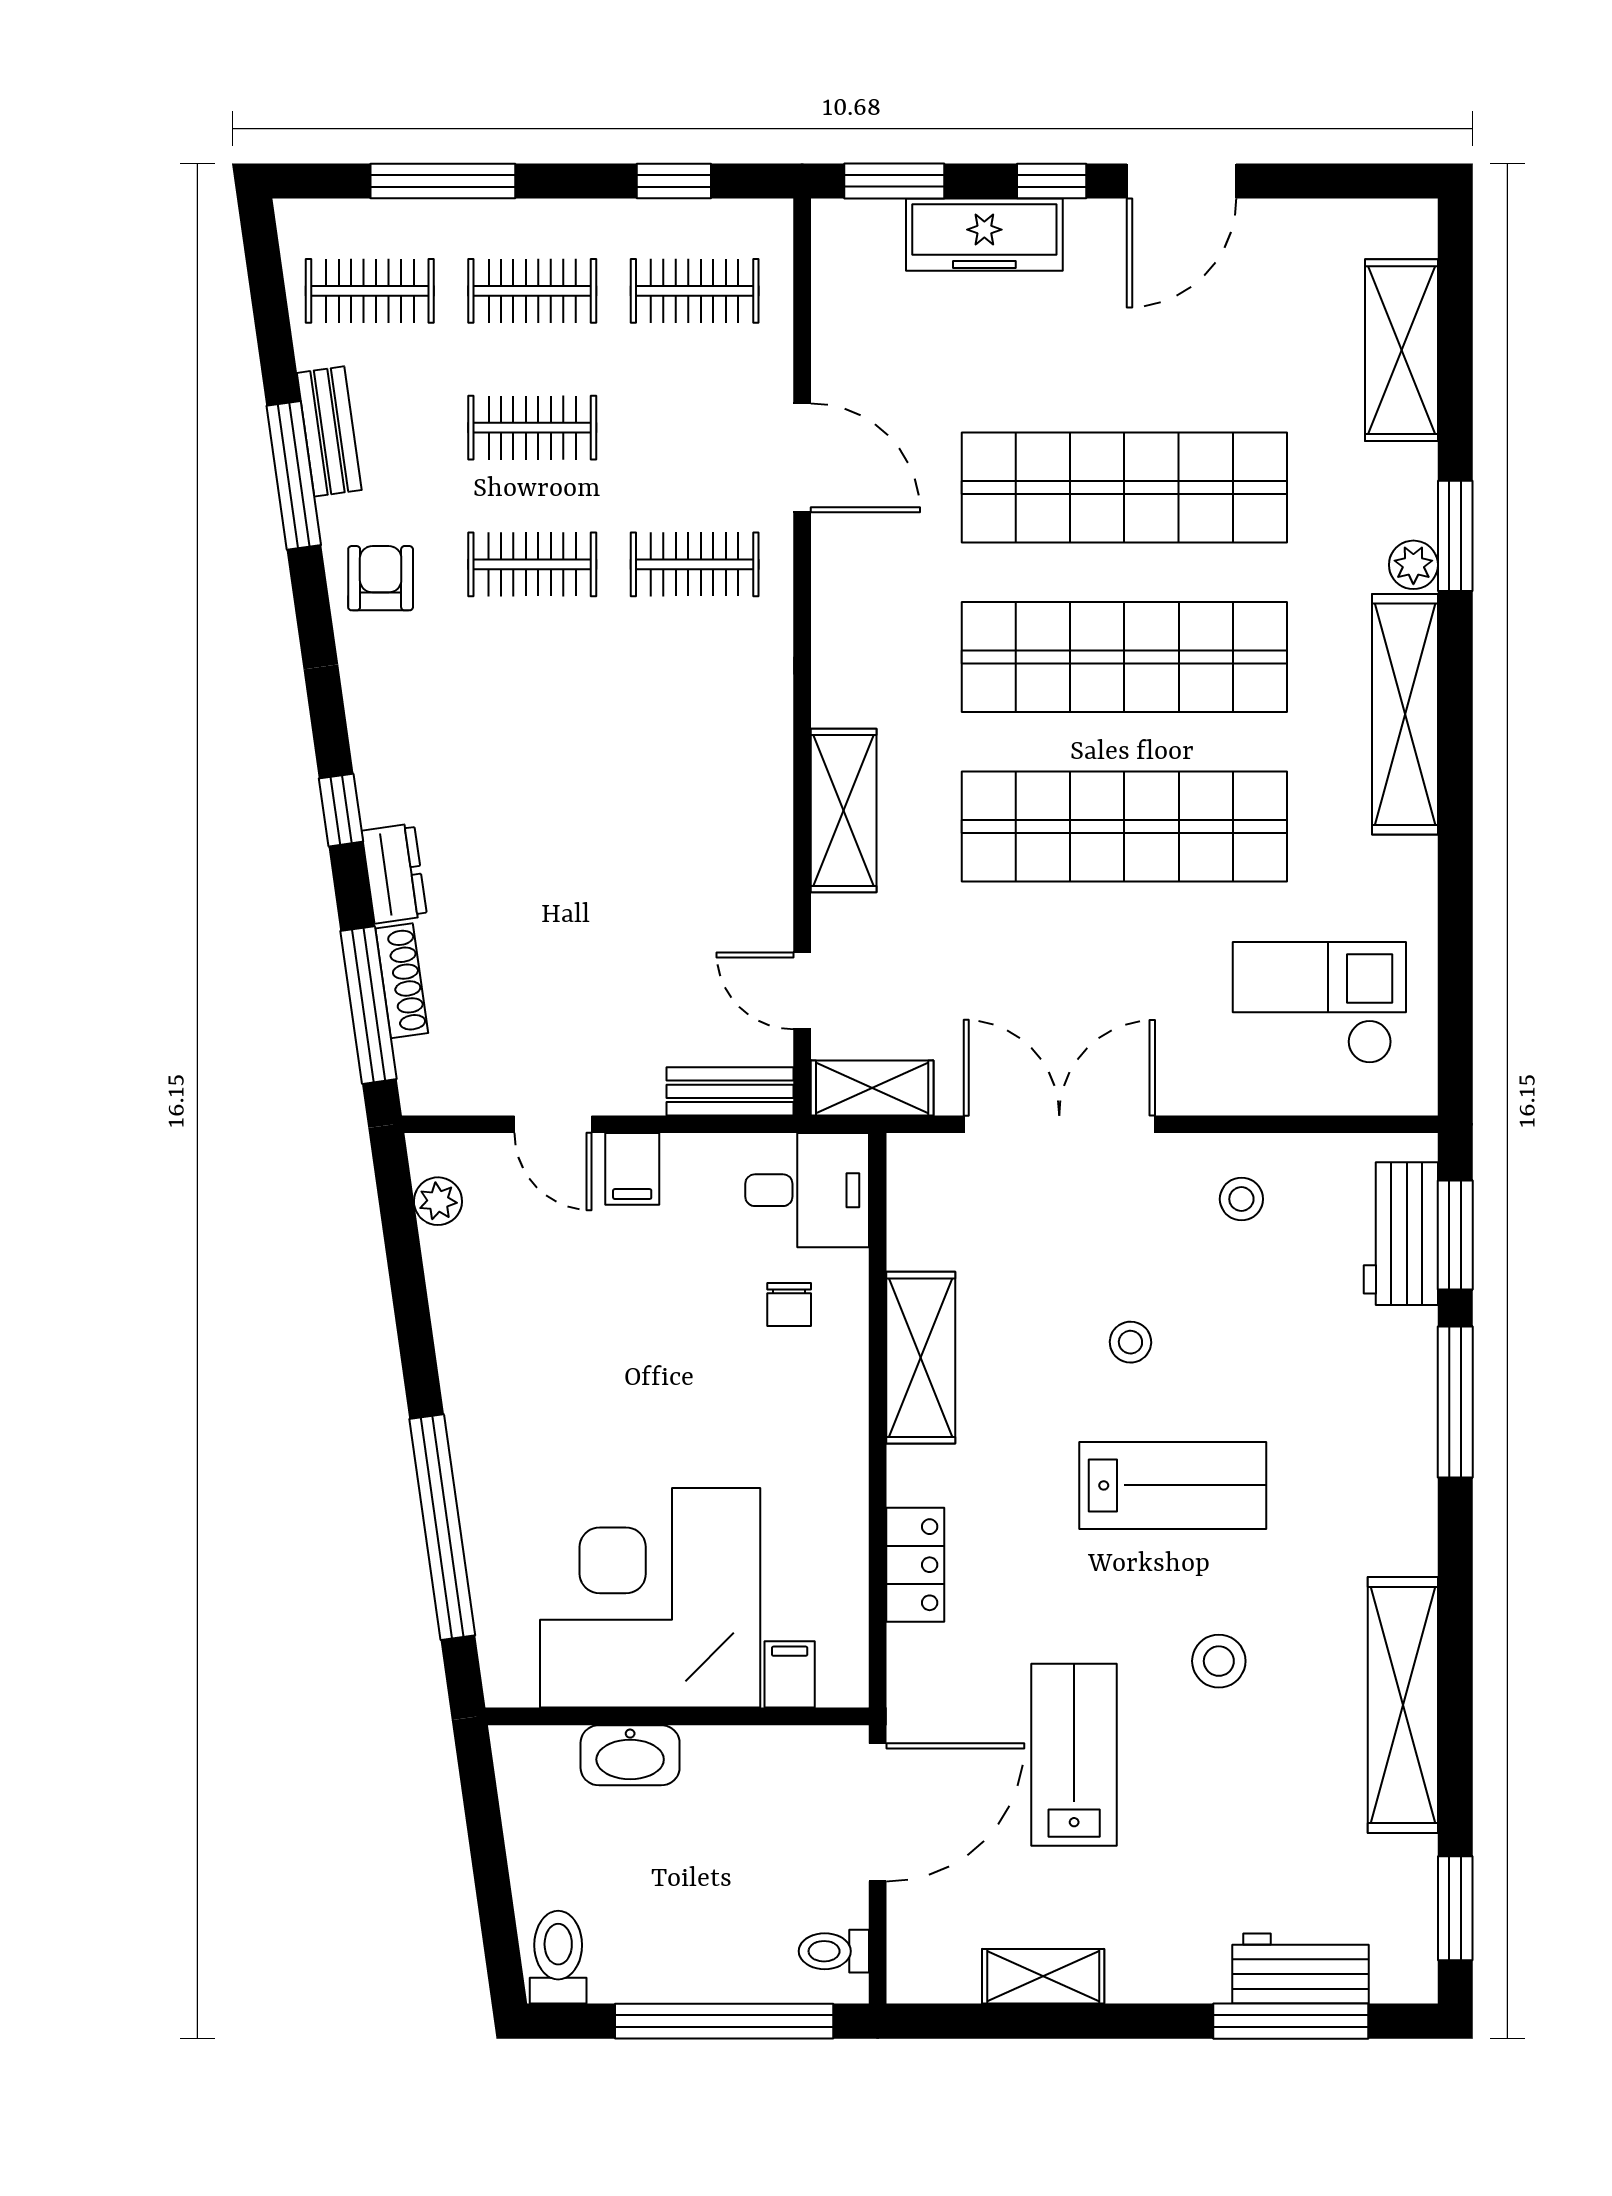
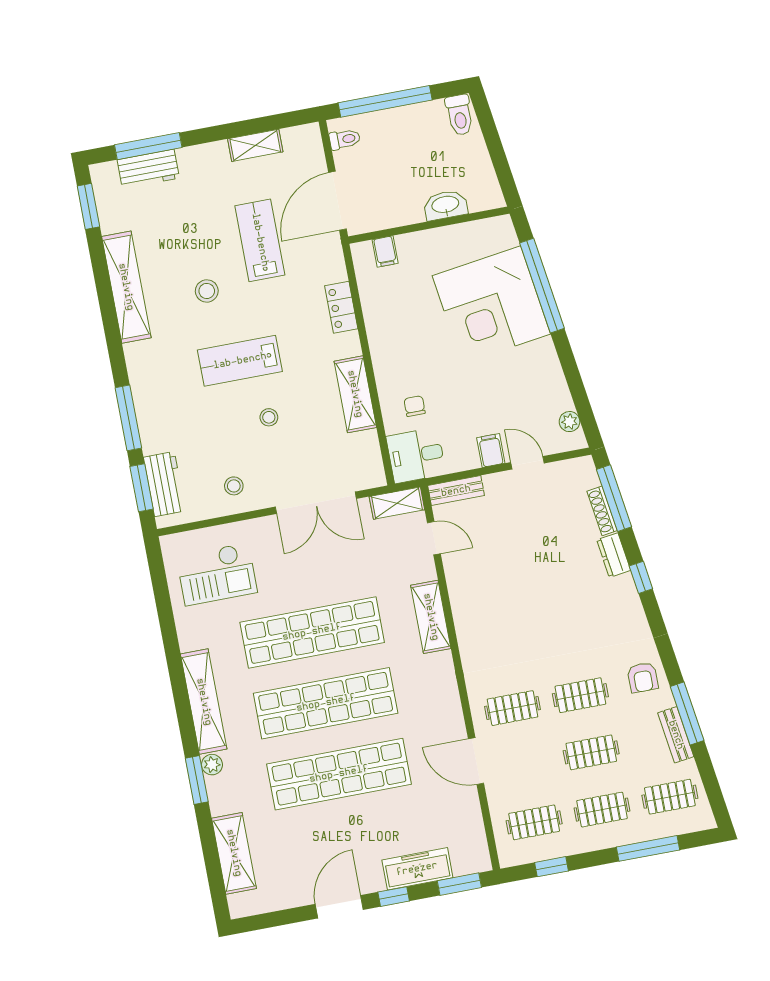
corner desk: (650, 1598) -> (491, 305), moved, turned 82
lab bench: (1074, 1755) -> (260, 240), turned 180

